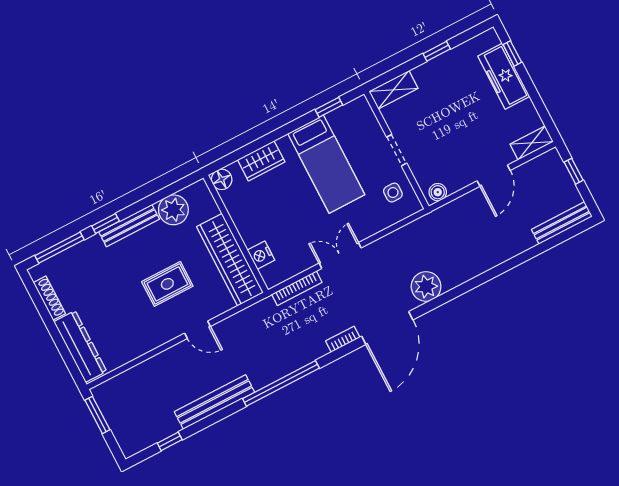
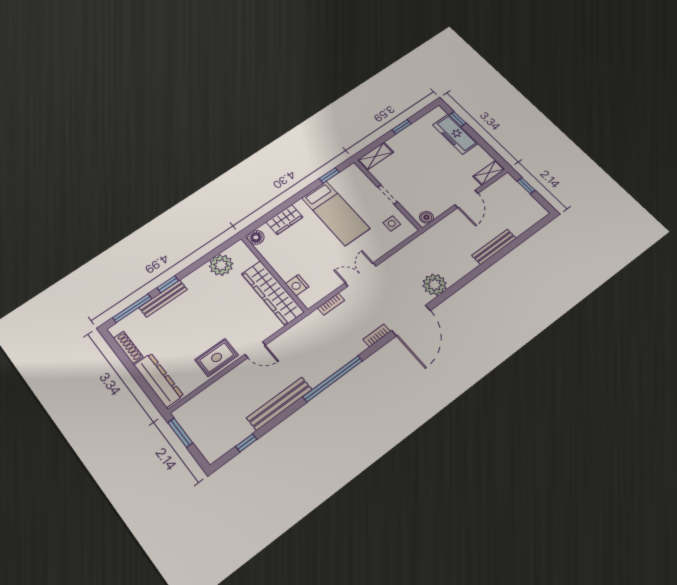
bench: (562, 223) -> (494, 247), moved
bench: (129, 226) -> (163, 299), moved
rug: (167, 284) -> (217, 357), moved
bookcase: (297, 288) -> (331, 304), width x0.64

